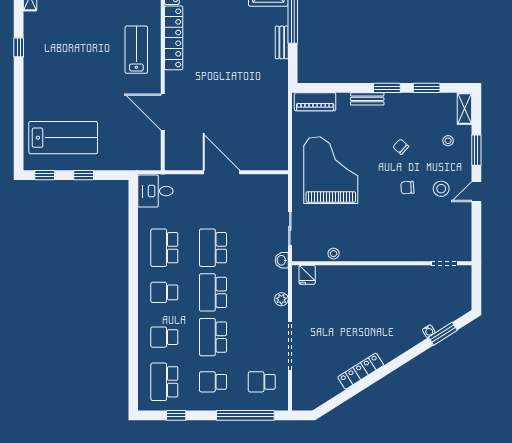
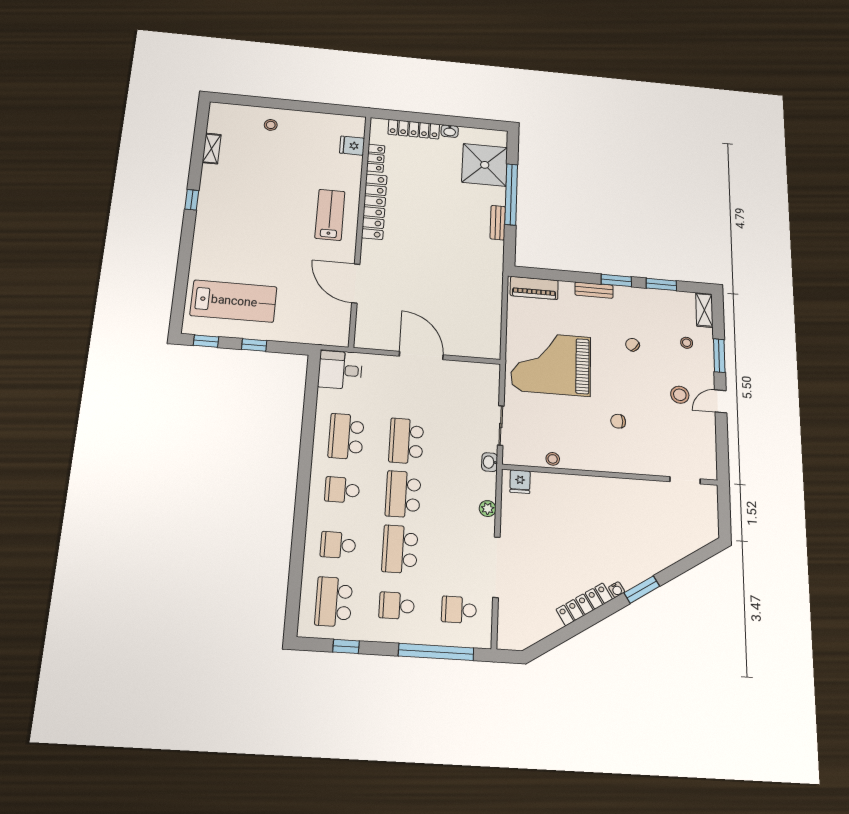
grand piano: (331, 170) -> (551, 364), turned -90
chair: (407, 188) -> (618, 421), moved
water cooler: (429, 331) -> (617, 590), moved
window: (443, 334) -> (642, 590), moved

